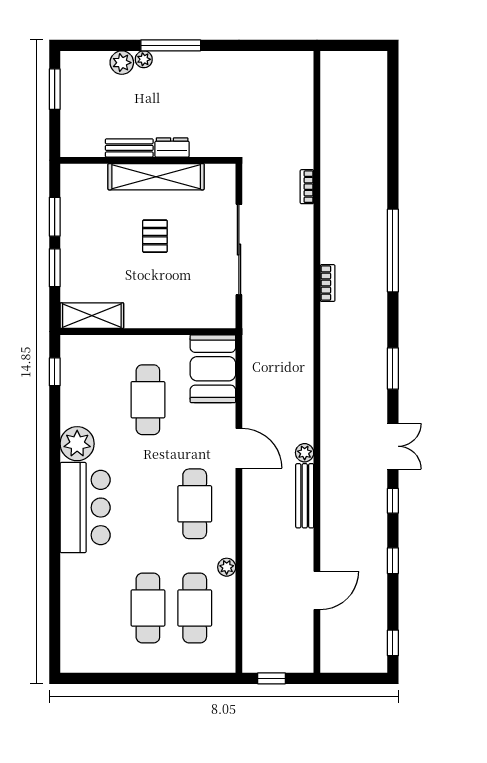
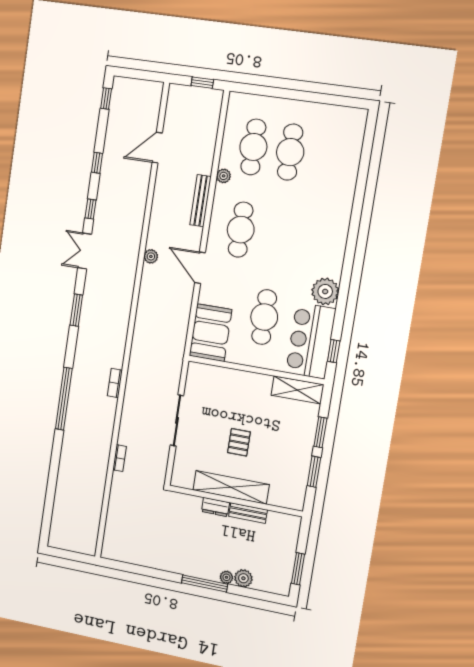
sliding door: (239, 249) -> (177, 420), width x0.73
bench: (305, 496) -> (201, 201), moved
bar counter: (85, 508) -> (311, 341), moved

